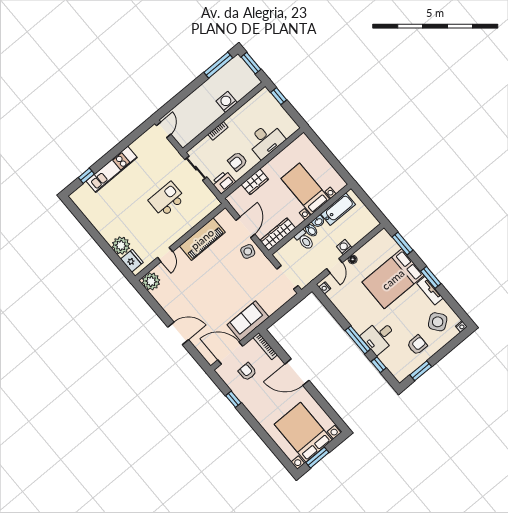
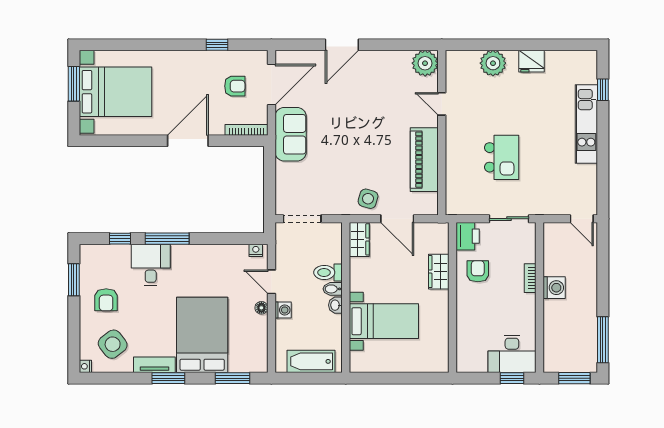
washing machine: (227, 102) -> (554, 288), moved
desk: (266, 140) -> (512, 354), moved, turned -90
bathtub: (338, 209) -> (311, 361), moved, turned 90
wardrobe: (278, 234) -> (359, 239), width x0.67
fridge: (132, 261) -> (531, 61), moved

